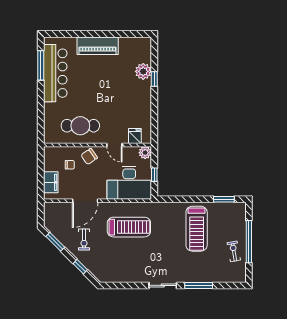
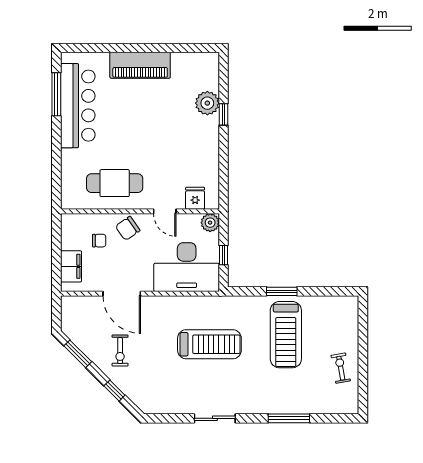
window: (224, 199) -> (282, 291), moved
door: (85, 201) -> (122, 294), hinge flipped
treadmill: (129, 227) -> (209, 344), moved
window: (249, 242) -> (363, 354), removed
sliding door: (163, 285) -> (215, 418), moved

